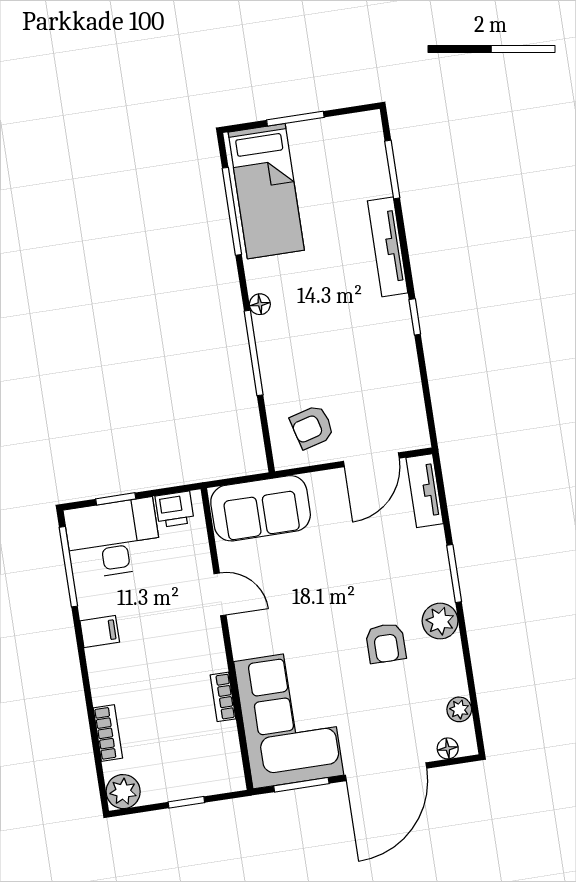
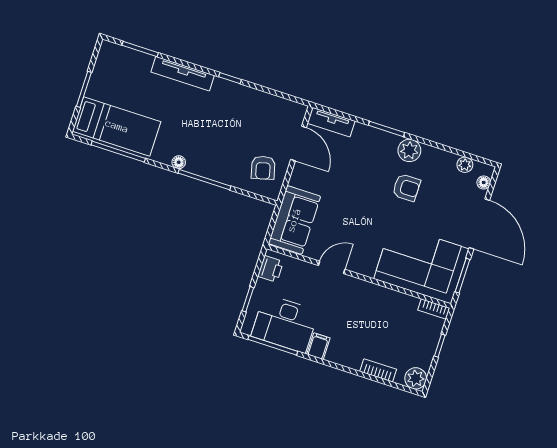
desk: (113, 538) -> (285, 324), moved, turned -90
bookcase: (223, 697) -> (434, 309), moved

